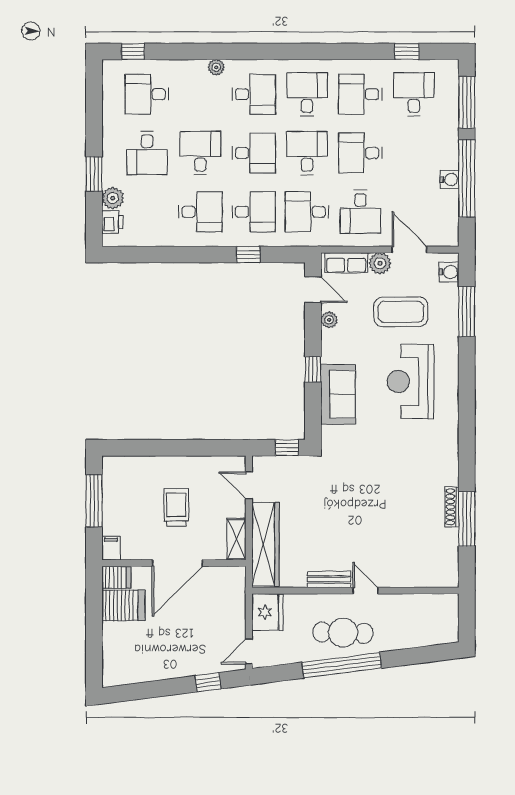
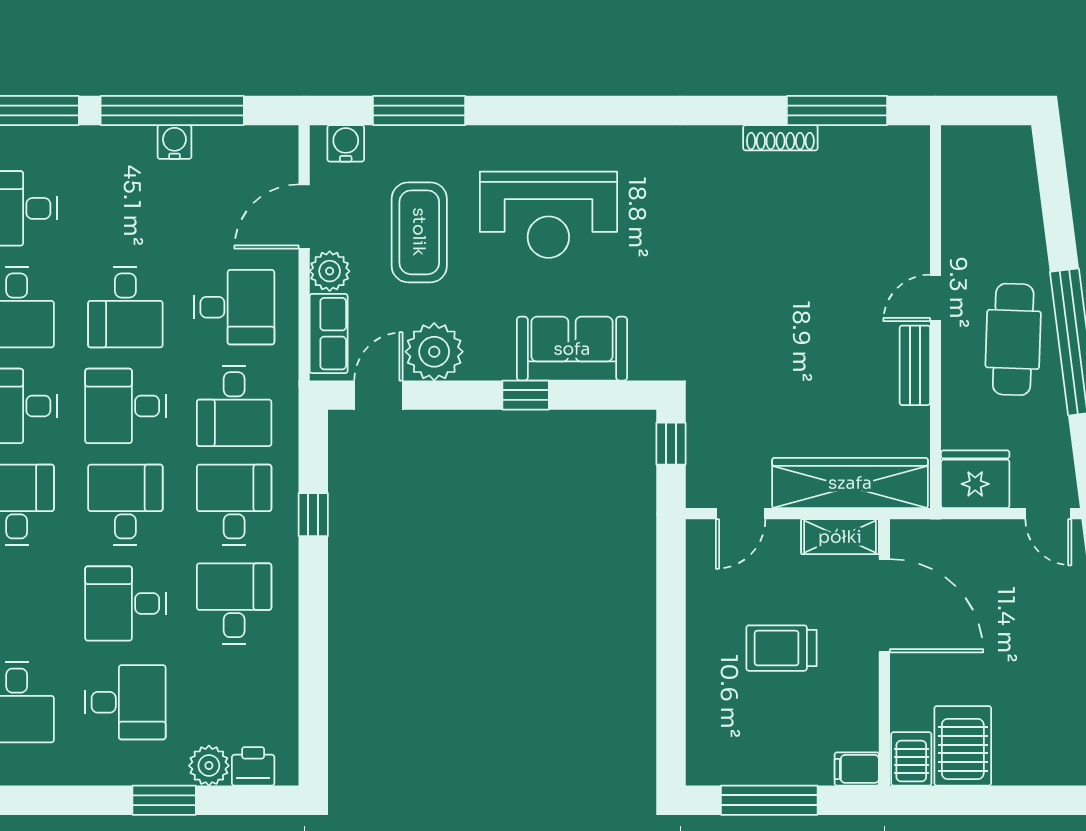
plant: (329, 320) -> (434, 352), width x1.87, depth x1.87
window: (467, 519) -> (837, 110), moved
door: (177, 563) -> (884, 606), moved

